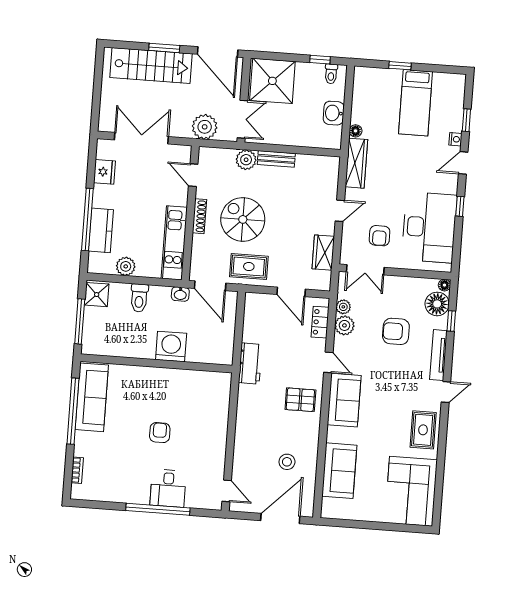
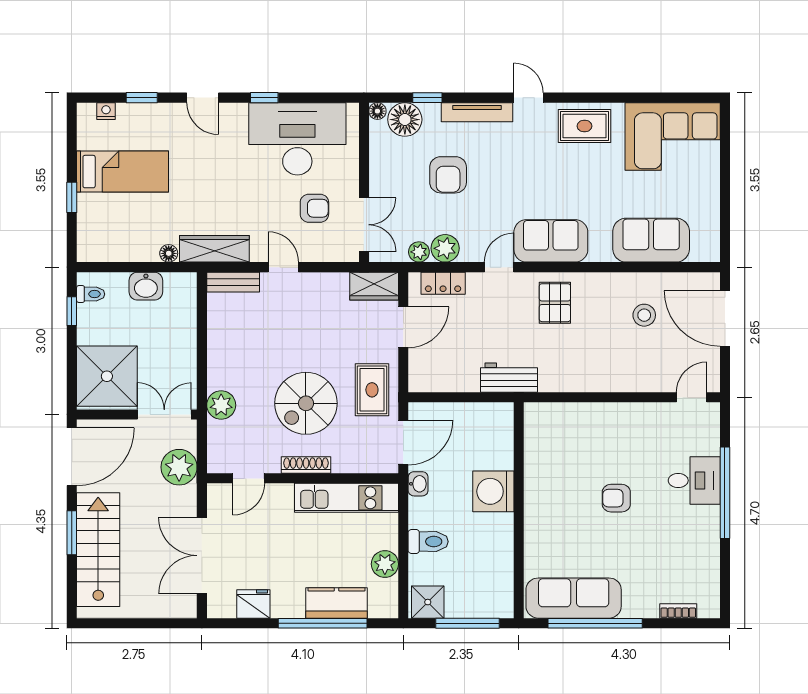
nightstand: (455, 139) -> (106, 111), moved
bench: (276, 159) -> (233, 282), moved, turned 90
wardrobe: (323, 253) -> (374, 286), moved

